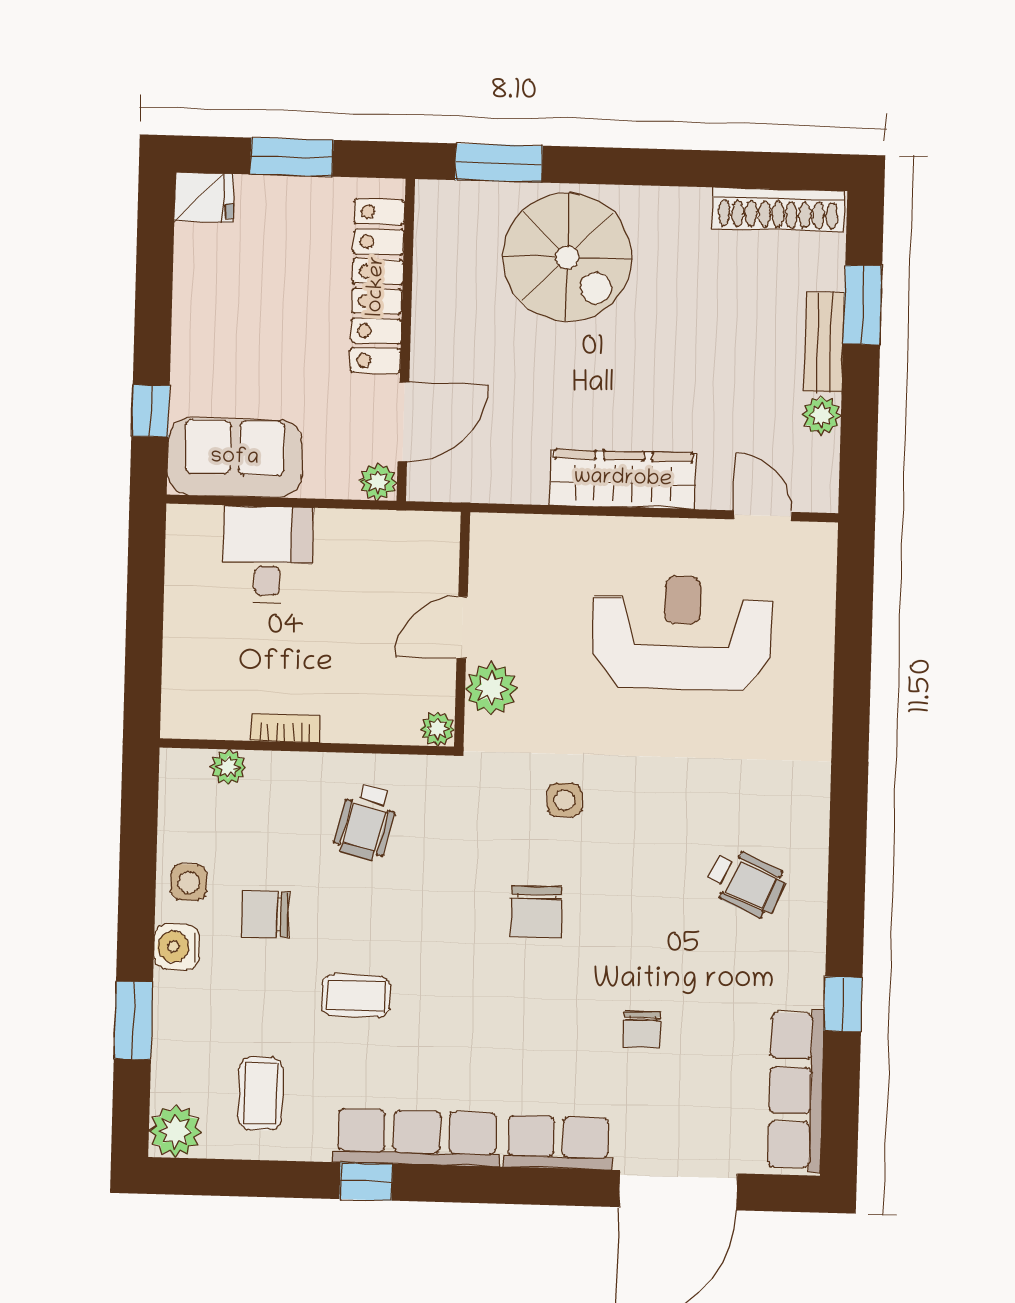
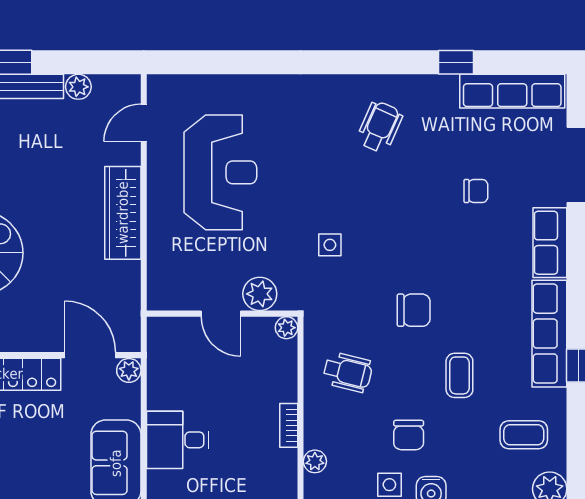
reception desk: (682, 633) -> (220, 172), turned 180
chair: (536, 912) -> (414, 310), moved

